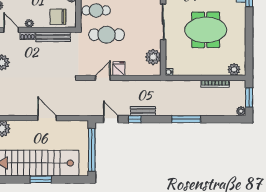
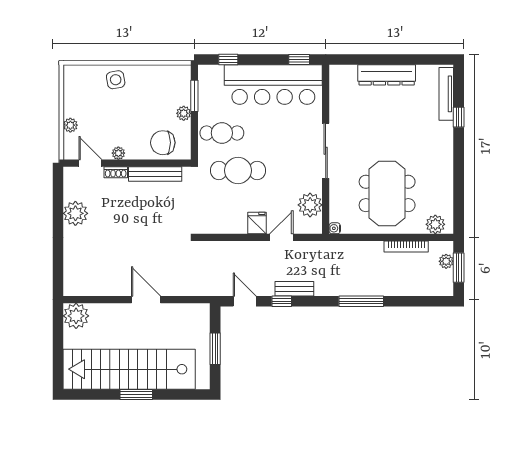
meeting table: (206, 30) -> (387, 193), moved, turned 90
door: (103, 78) -> (281, 237), moved
plant: (241, 111) -> (446, 261), moved
window: (92, 150) -> (215, 349), width x0.47

